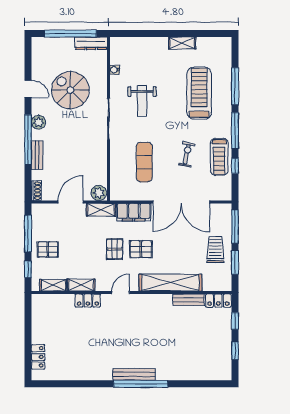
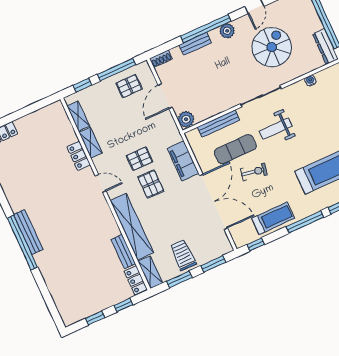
weight bench: (142, 101) -> (276, 129), moved
exercise bike: (187, 154) -> (254, 172), moved
treadmill: (219, 157) -> (273, 218), turned 180
bench: (115, 166) -> (219, 124), added
window: (235, 166) -> (256, 244), moved
door: (71, 202) -> (165, 96), swing flipped
double door: (181, 202) -> (213, 202), swing flipped
shelving: (101, 210) -> (150, 272), moved
window: (235, 227) -> (213, 264), width x0.69
pallet: (48, 249) -> (129, 86), moved, turned 90
trolley: (215, 249) -> (183, 255), turned -90

